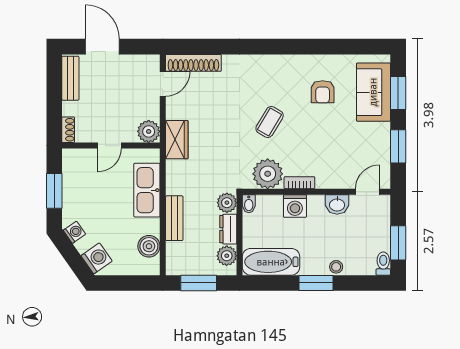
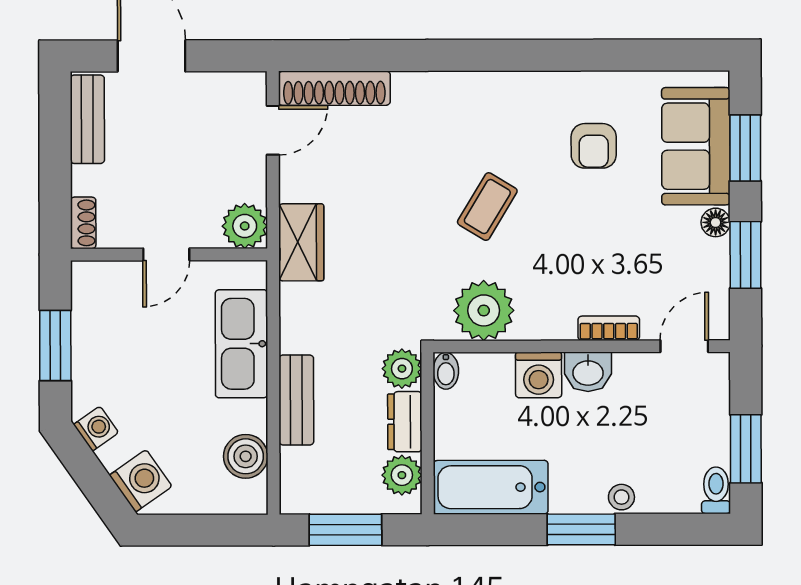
floor lamp: (383, 130) -> (716, 222), added
bookcase: (299, 183) -> (609, 328), moved
washbasin: (337, 204) -> (588, 372), moved

